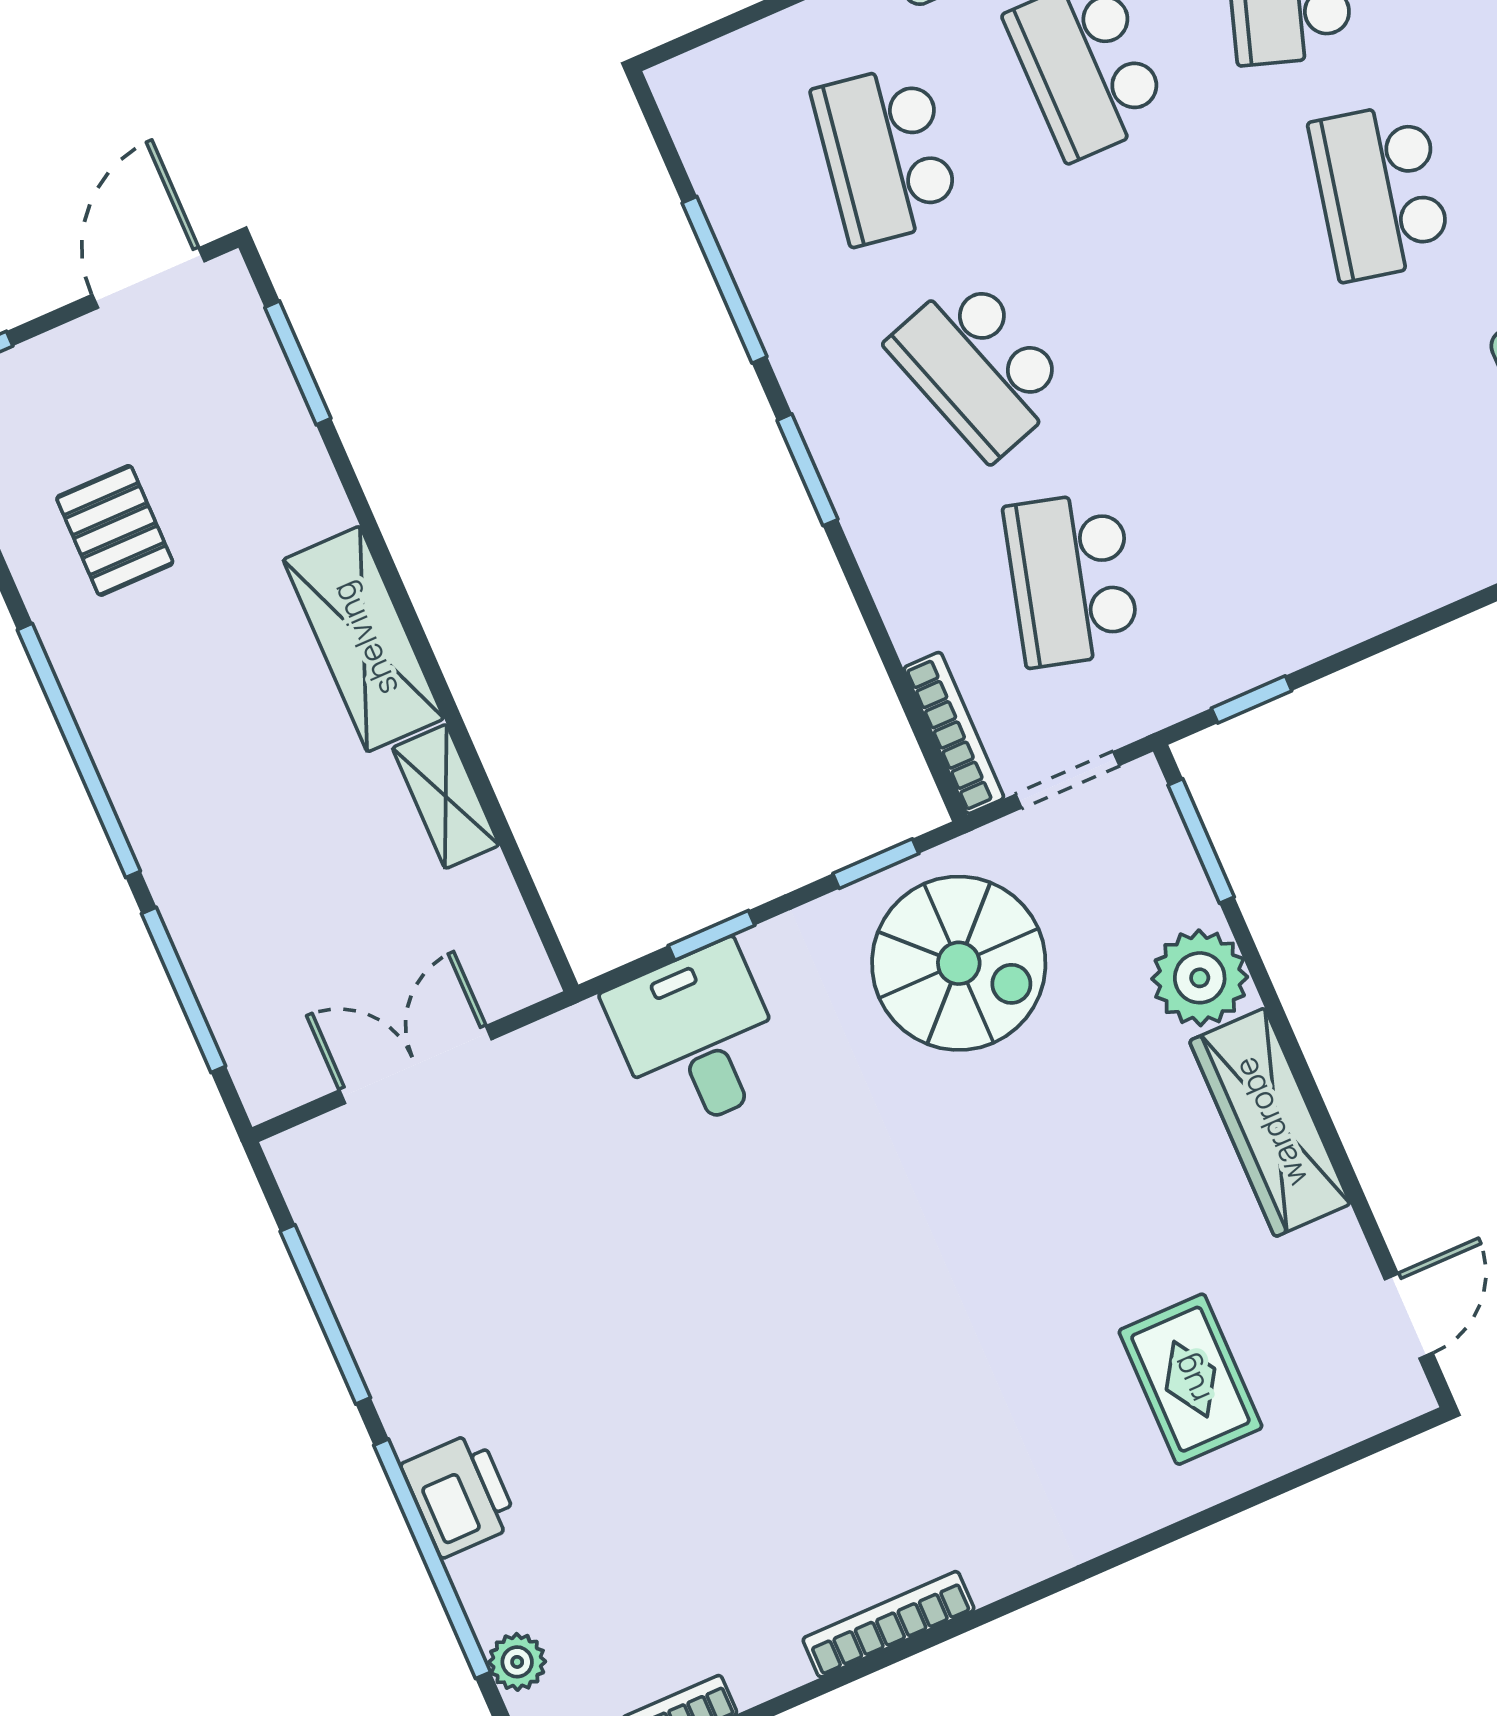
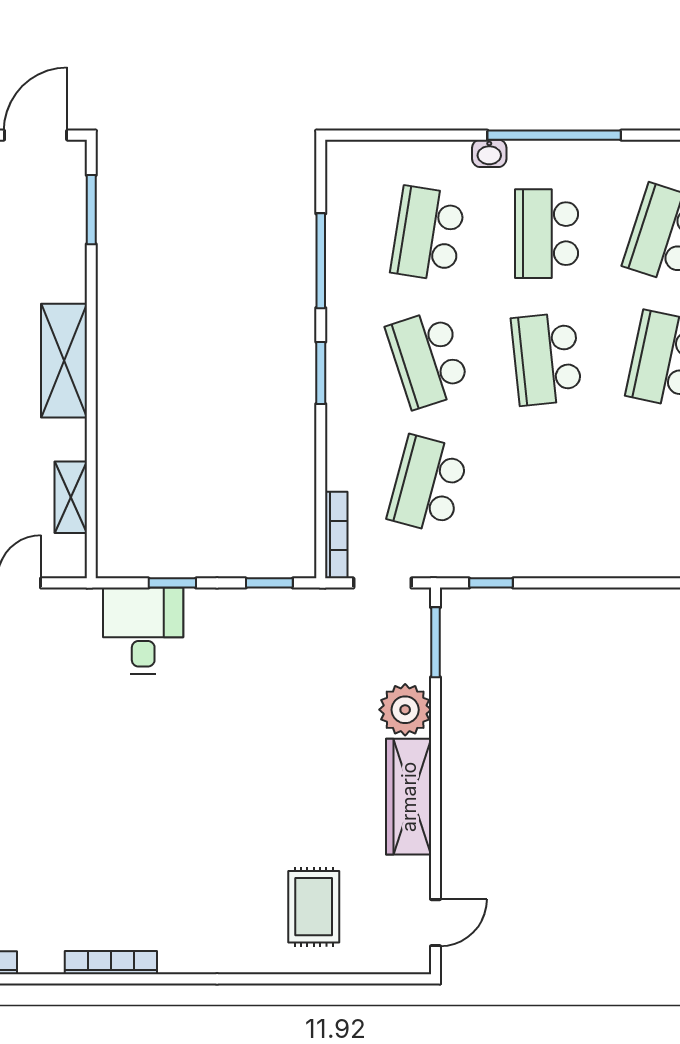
school desk: (1180, 279) -> (546, 359), added
shelving: (446, 796) -> (71, 497), moved
spiral stairs: (959, 963) -> (289, 650), removed

